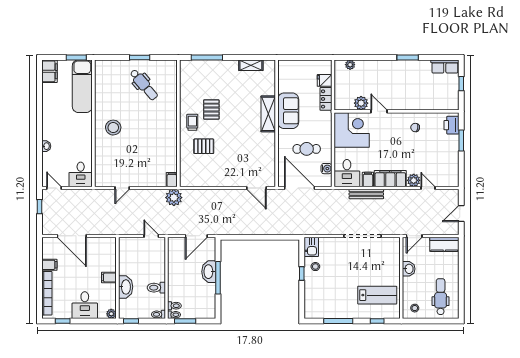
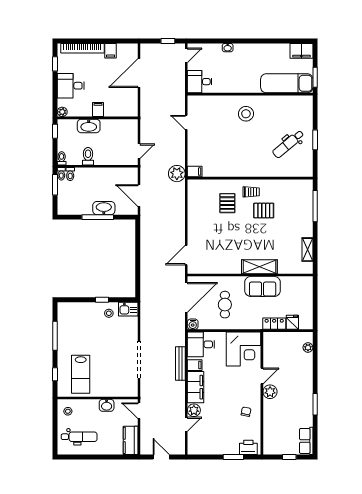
plant: (361, 103) -> (270, 392), moved
water cooler: (326, 169) -> (193, 324), moved

